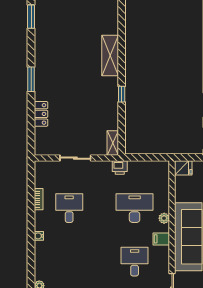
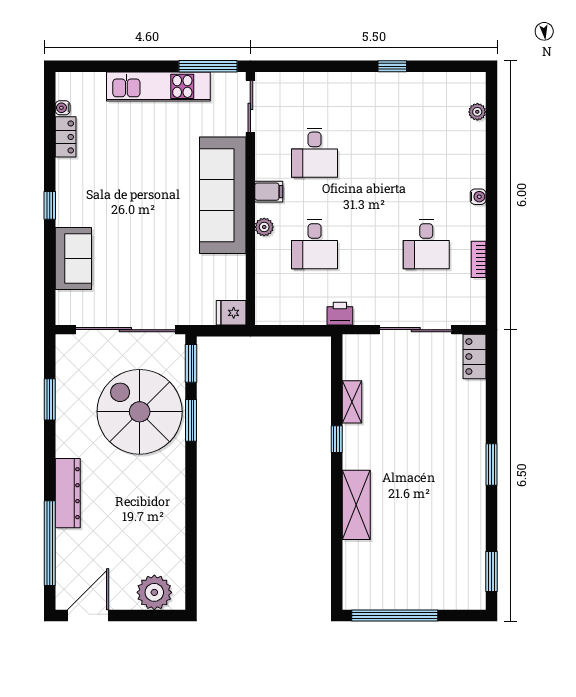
locker: (41, 114) -> (475, 357), moved
shelving: (113, 143) -> (352, 402), moved
sliding door: (75, 158) -> (416, 330), width x1.37
desk: (135, 208) -> (315, 244), width x0.73

